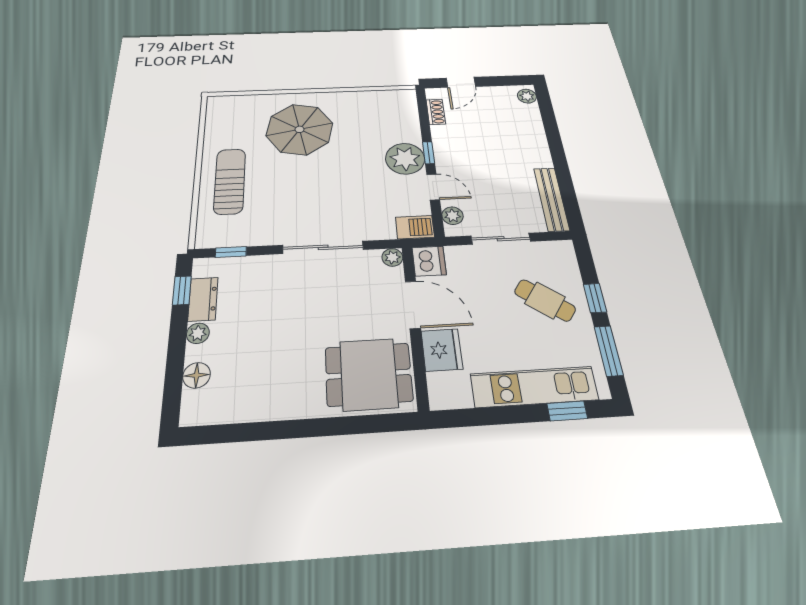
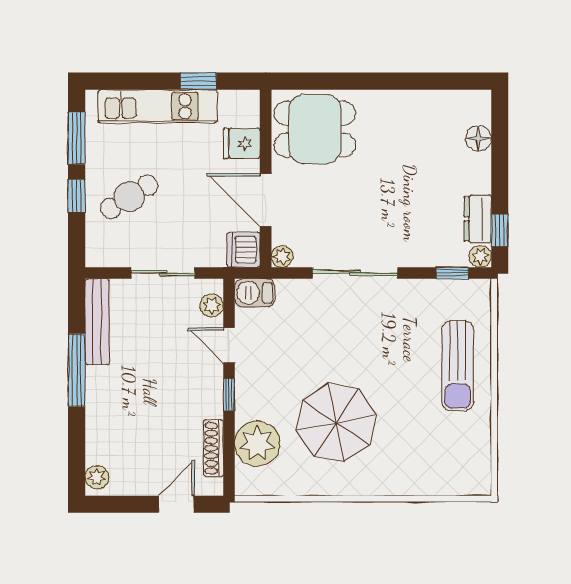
shoe rack: (436, 112) -> (214, 448), width x1.43
parasol: (300, 129) -> (336, 423), moved
plant: (405, 159) -> (257, 444), moved
window: (560, 164) -> (77, 370), added
cafe table: (545, 300) -> (129, 197), turned -68
plant: (198, 333) -> (480, 256), moved
fridge: (442, 350) -> (242, 143), width x0.72
window: (567, 411) -> (198, 81), moved

